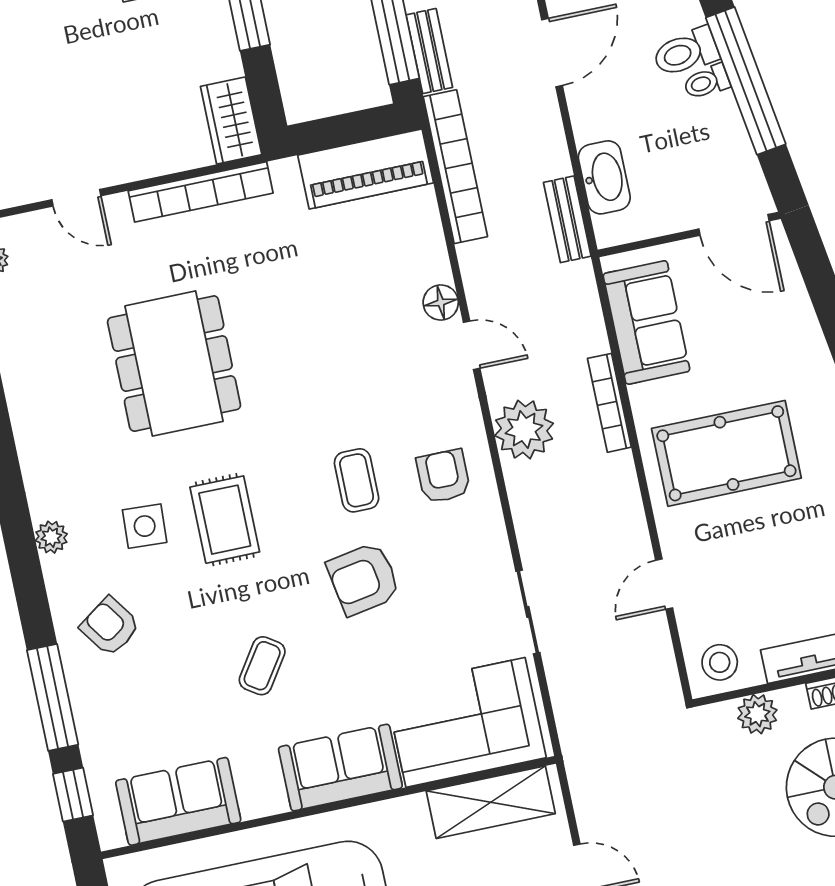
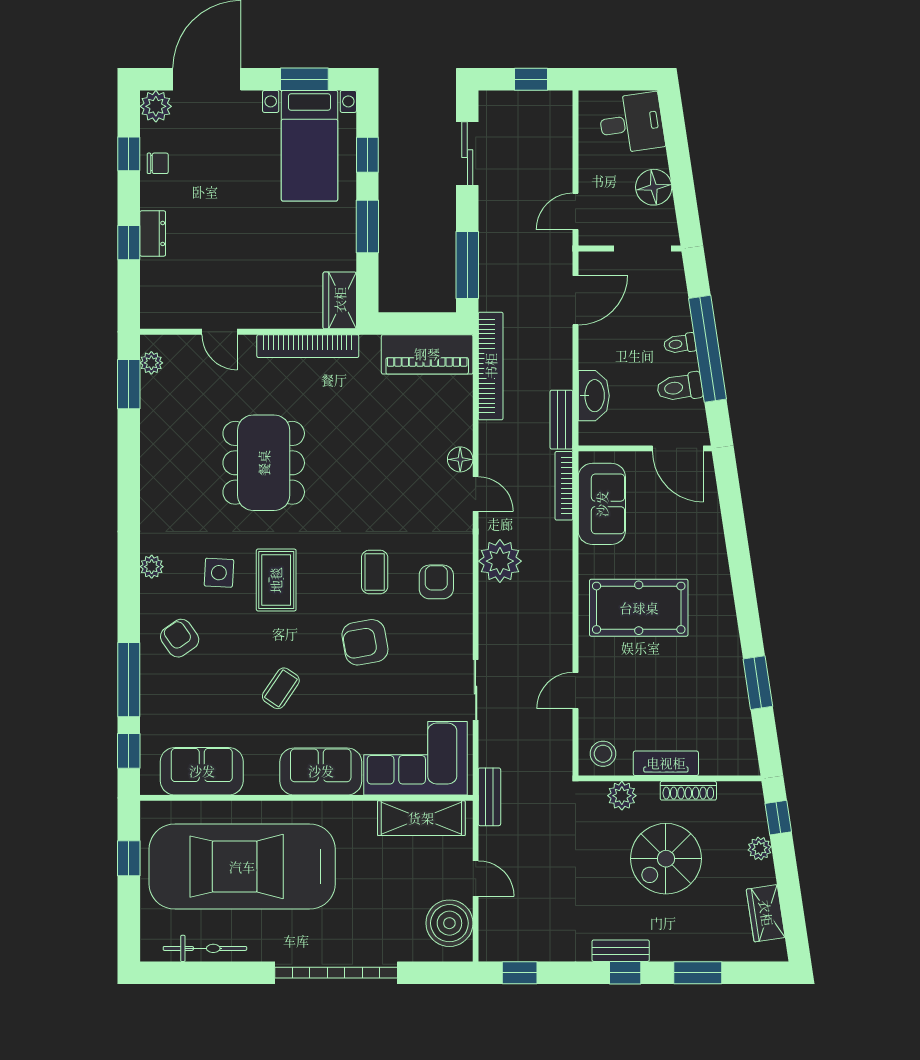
bench: (429, 51) -> (489, 797), moved
toilet: (686, 52) -> (680, 387), moved
bookcase: (609, 403) -> (564, 486), moved

